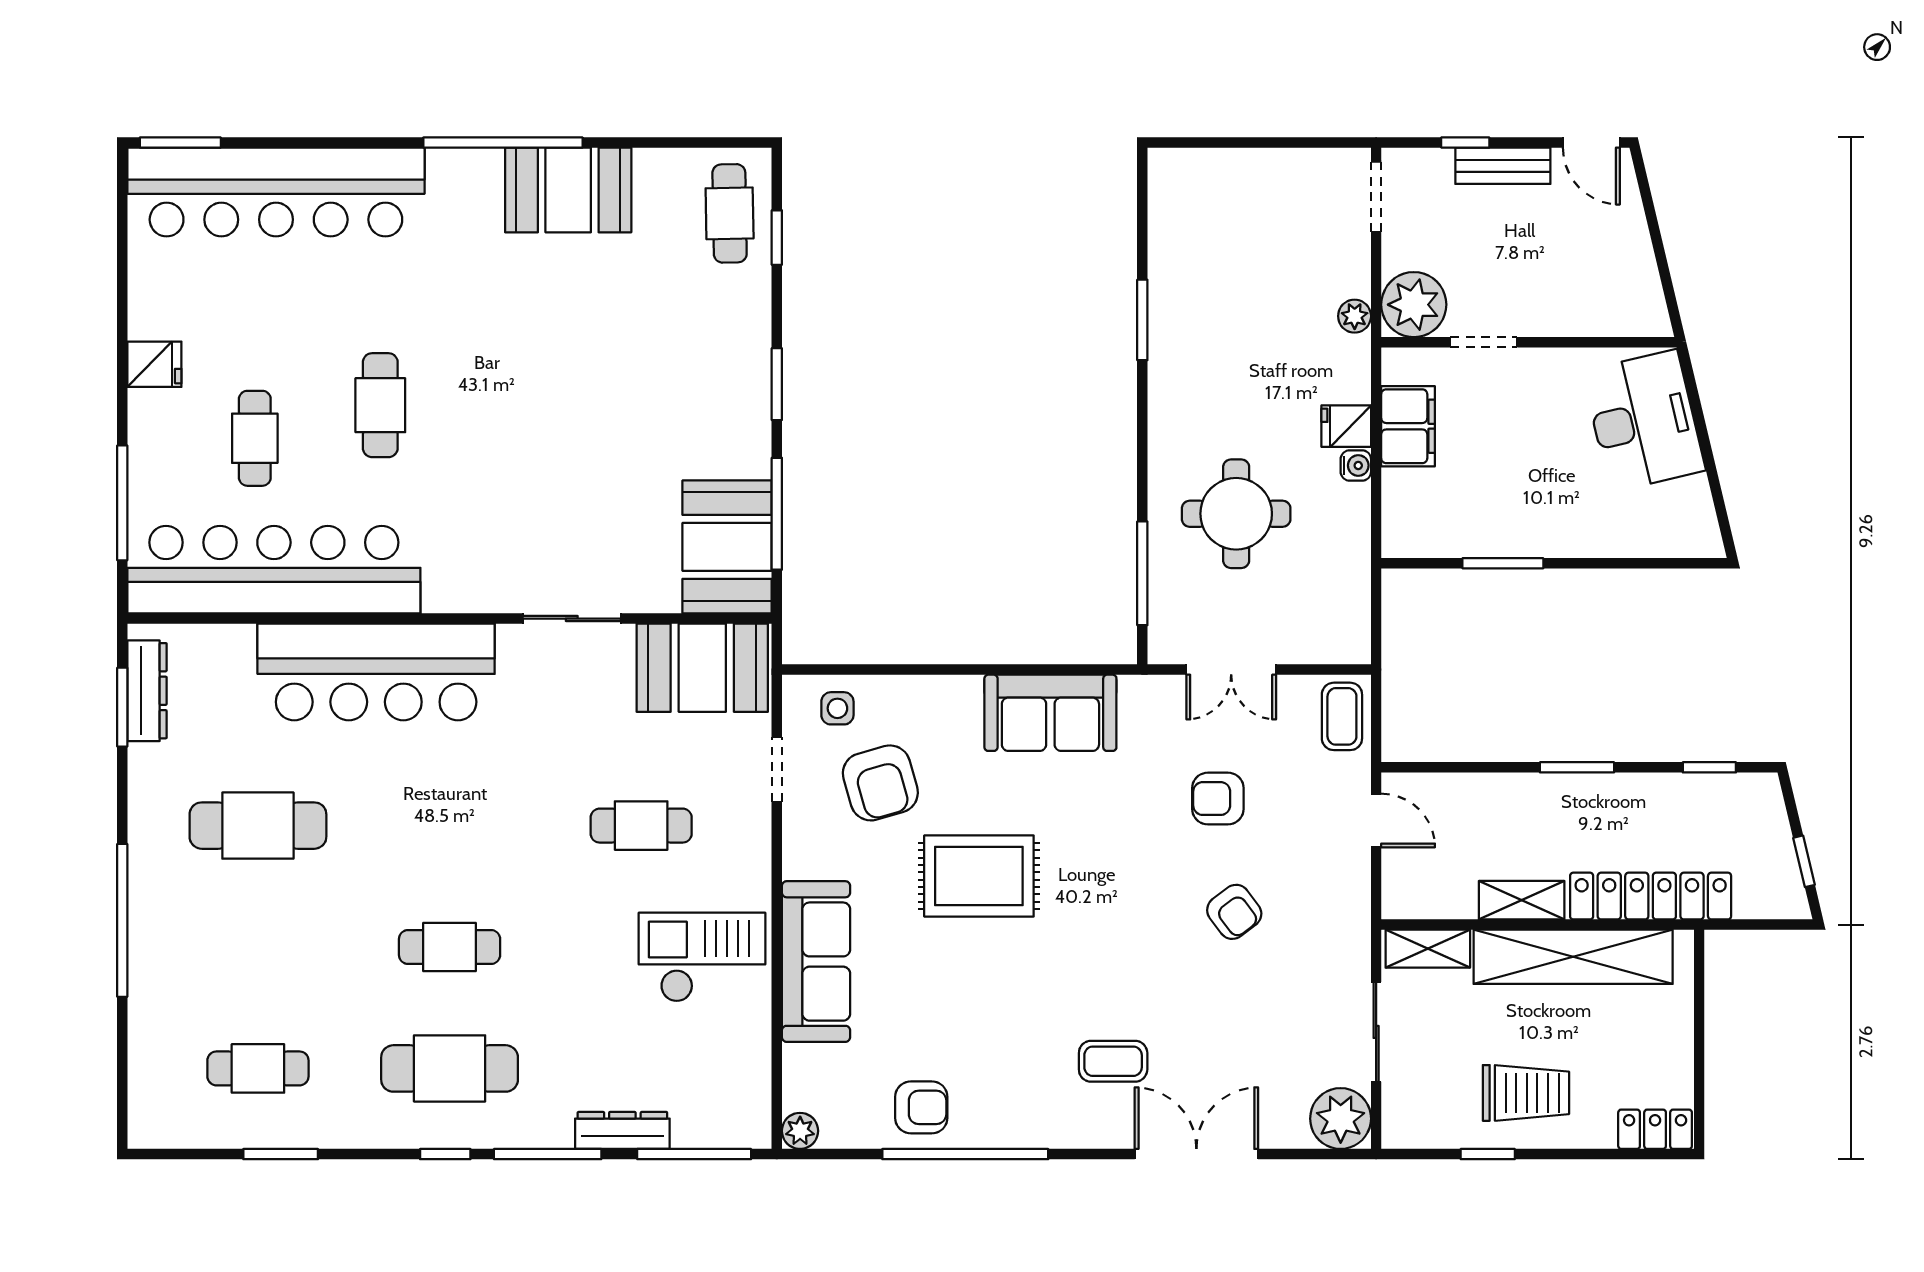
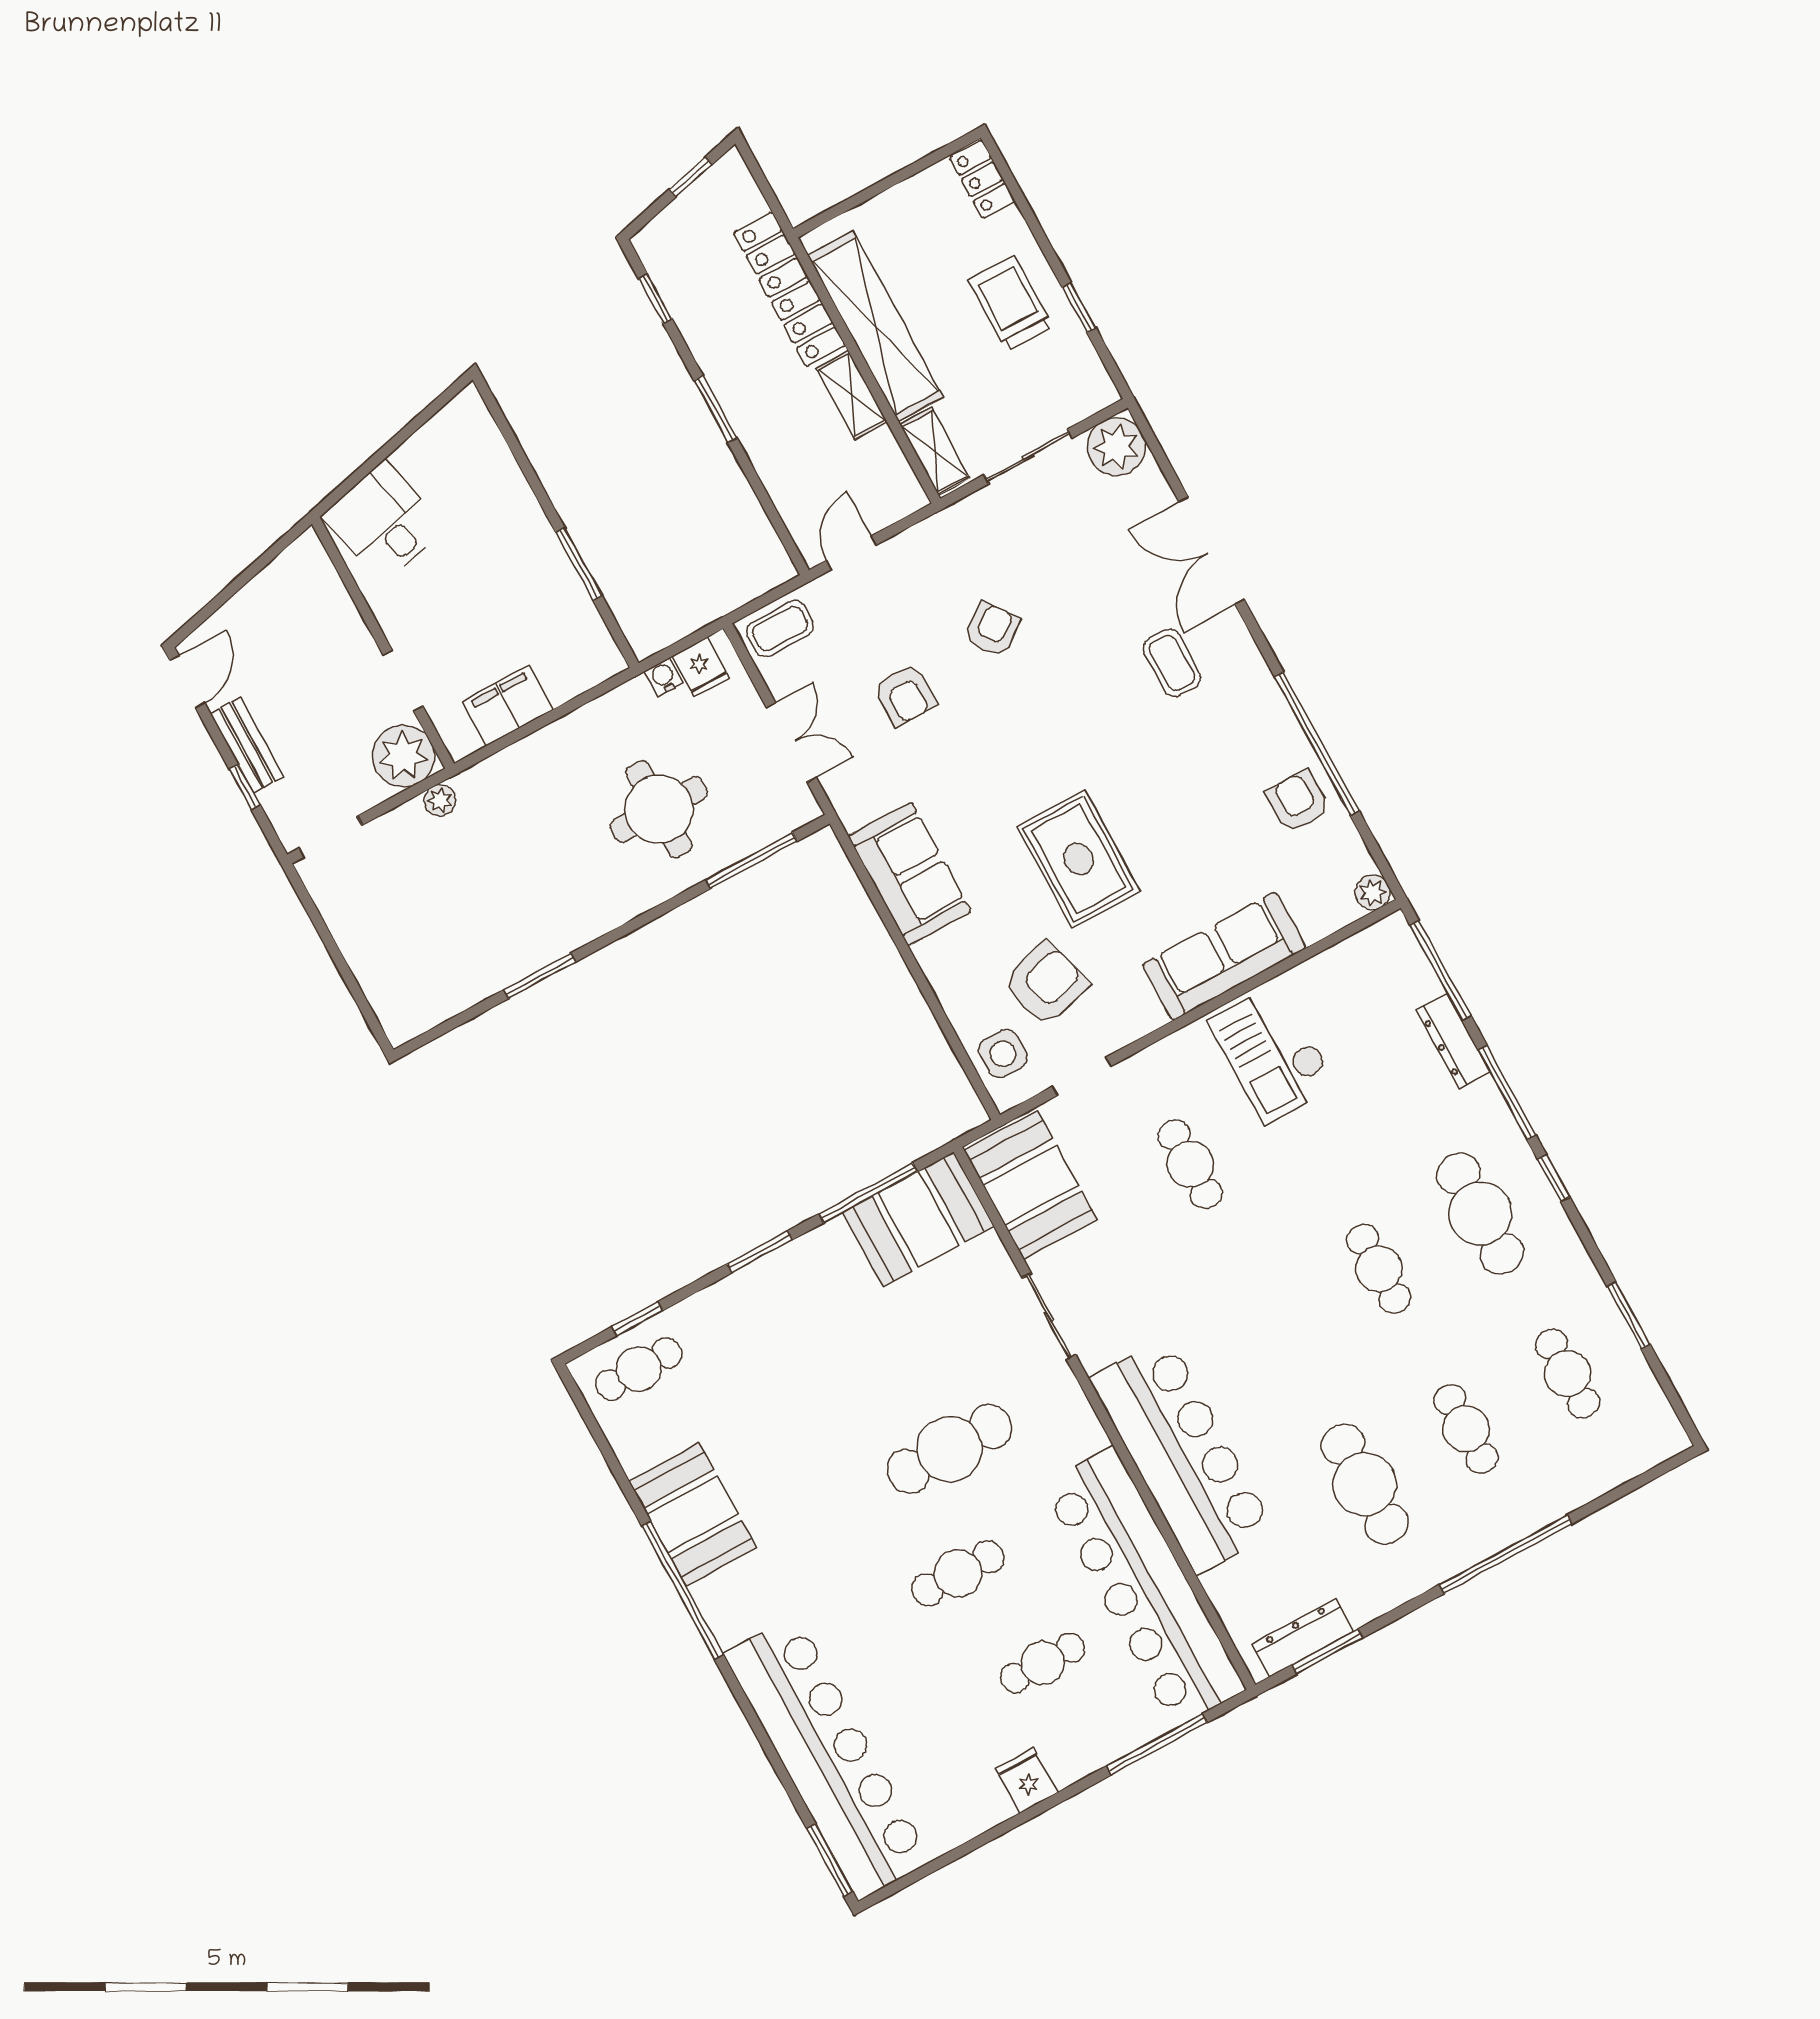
desk: (1644, 421) -> (384, 522), width x0.73
fridge: (1346, 426) -> (701, 667), moved
cafe table: (499, 460) -> (949, 1449), added
water cooler: (1356, 465) -> (664, 677), moved
side table: (837, 708) -> (1003, 1054), width x1.37, depth x1.37
cafe table: (258, 947) -> (1466, 1429), added

